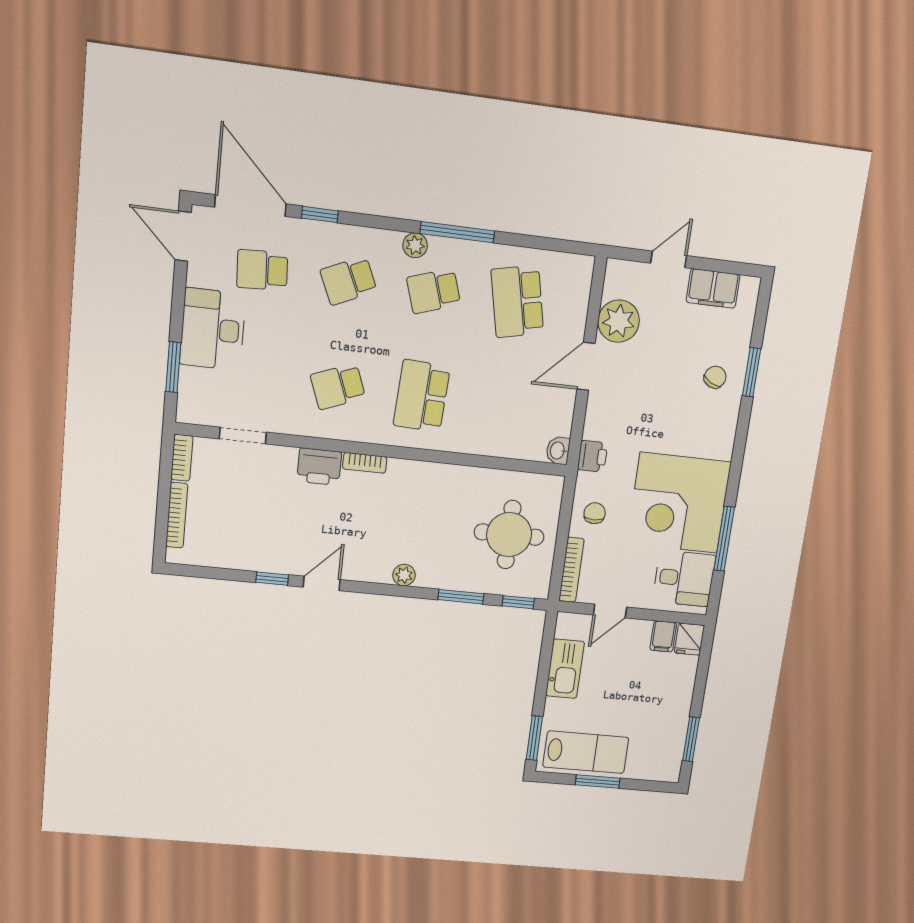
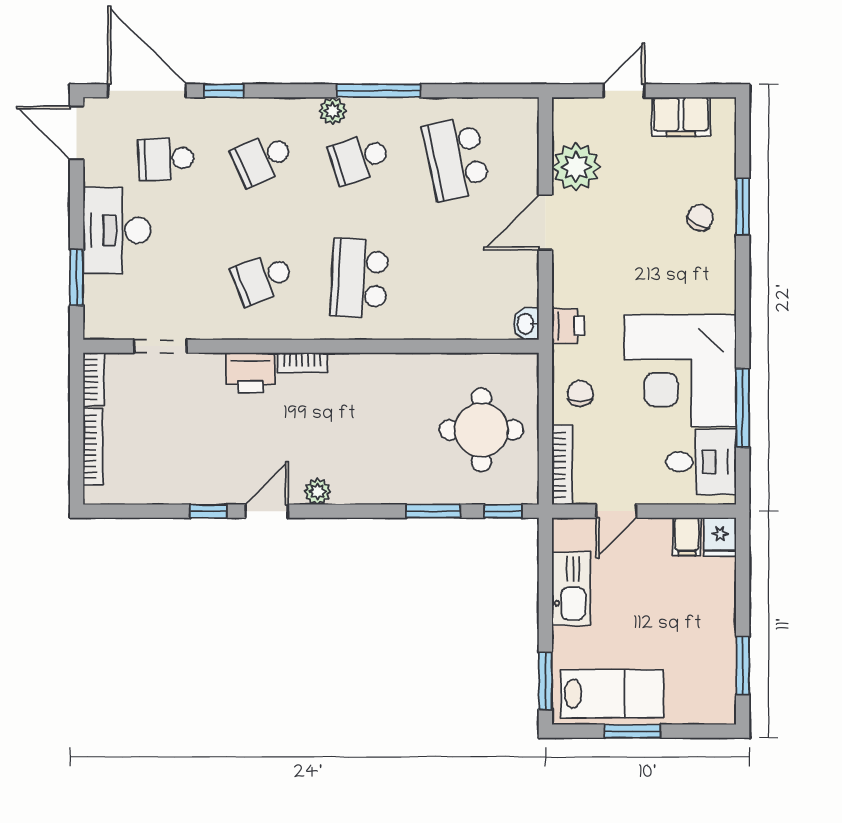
plant: (404, 575) -> (317, 491), moved

